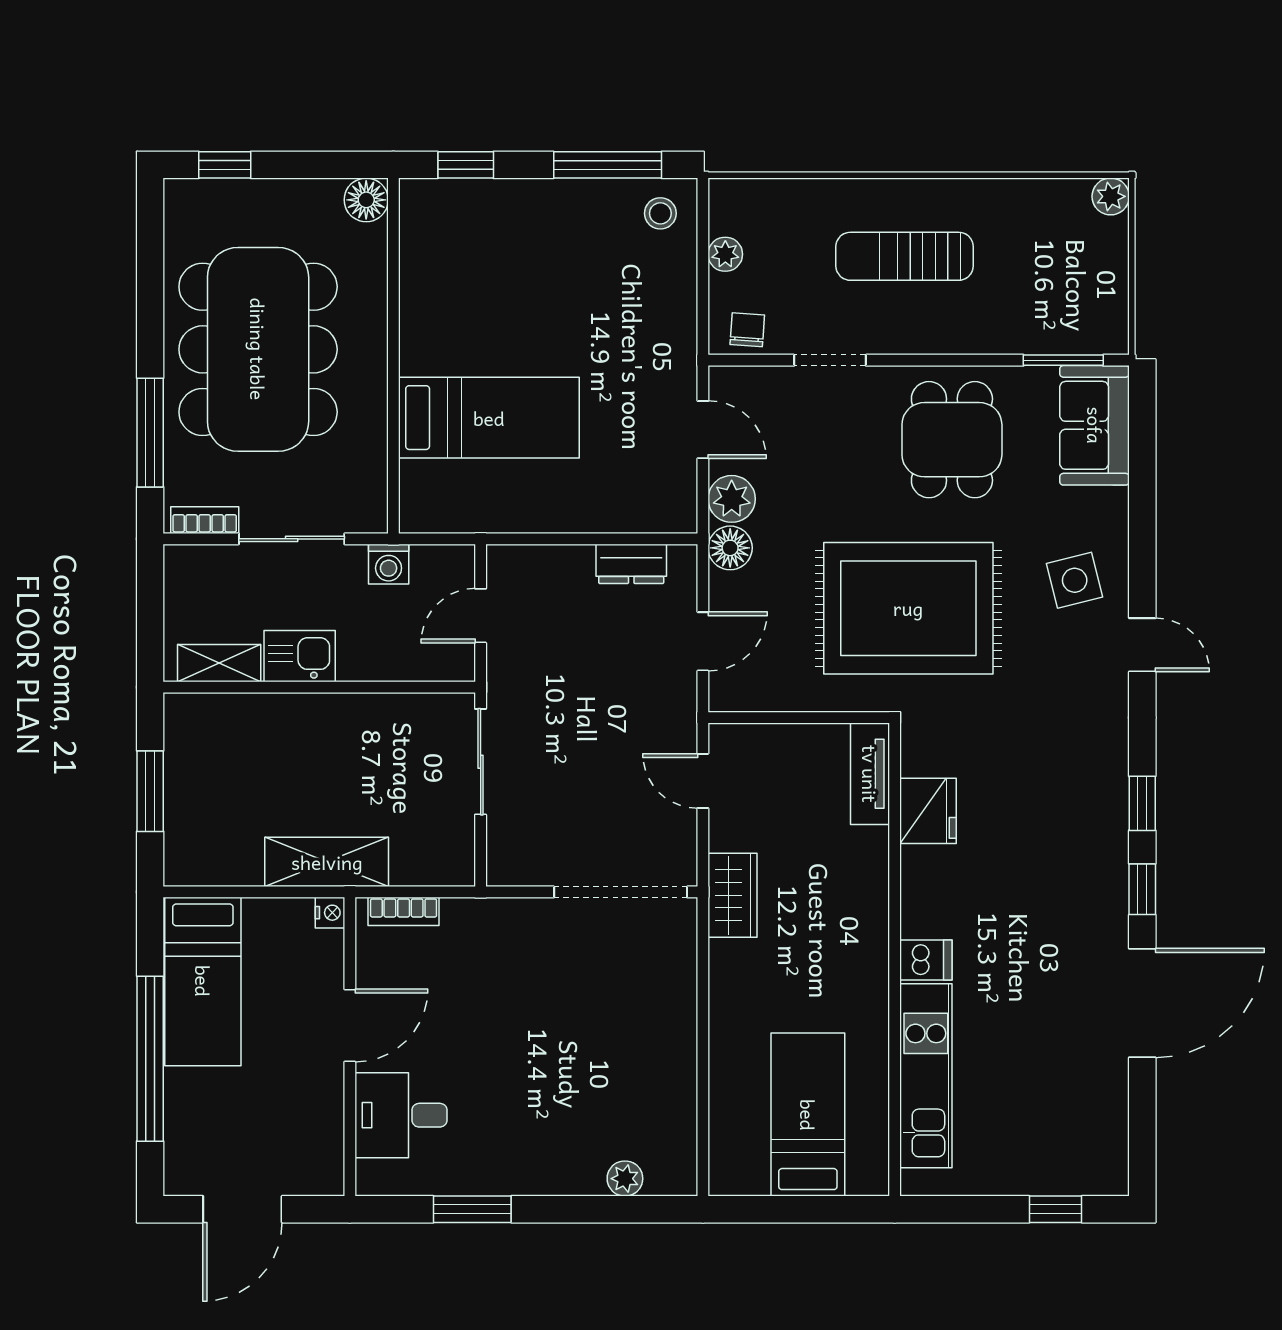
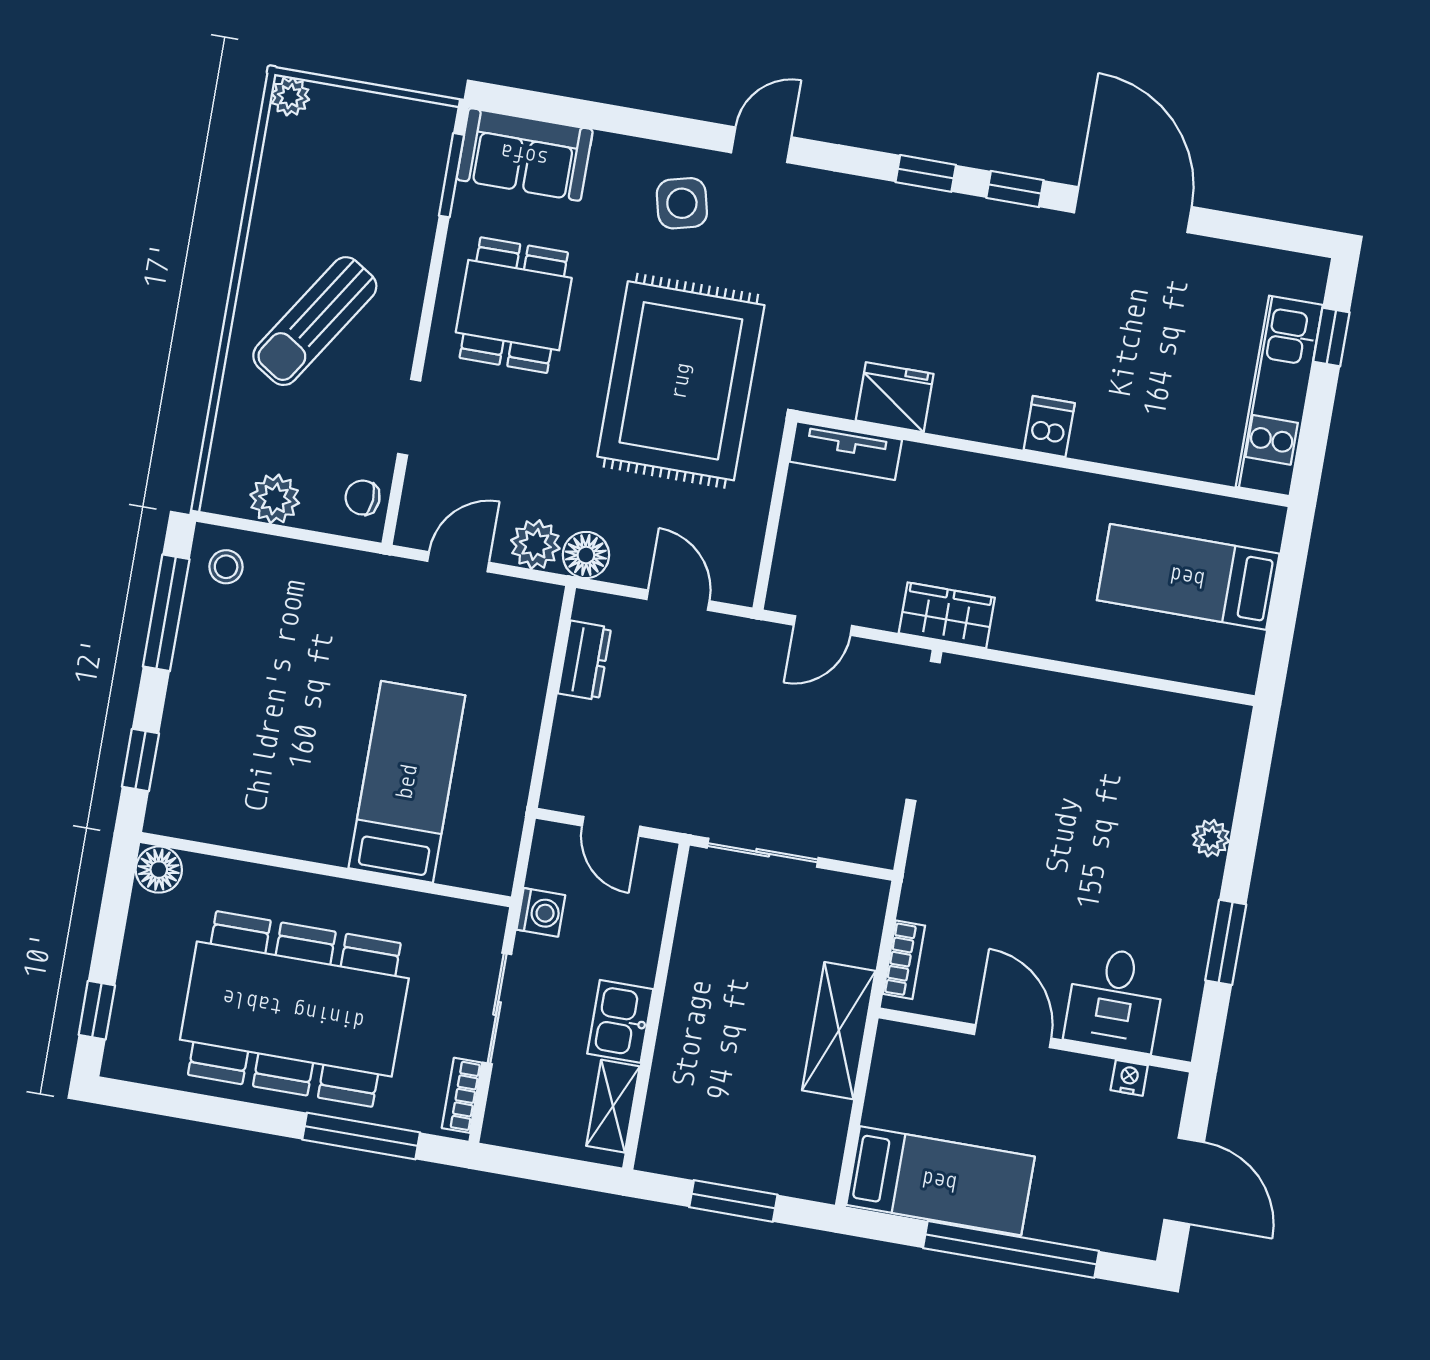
plant: (725, 254) -> (275, 499), width x1.38, depth x1.38
sun lounger: (905, 256) -> (315, 321), turned 33
dining table: (952, 440) -> (514, 305), turned 90
nightstand: (330, 913) -> (1129, 1078), moved
kitchen unit: (926, 1076) -> (1279, 396), moved, turned -90
plant: (625, 1179) -> (1211, 838), moved

